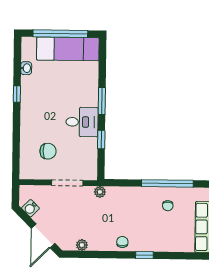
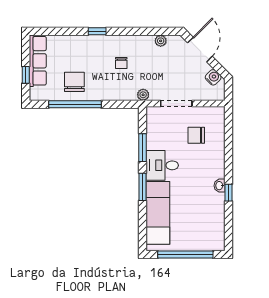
exam couch: (68, 49) -> (158, 213), moved, turned 90
washbasin: (26, 68) -> (220, 186), moved
window: (101, 140) -> (142, 148), width x1.50
chair: (168, 206) -> (74, 82), width x1.87, depth x1.87
chair: (122, 242) -> (121, 63), moved

